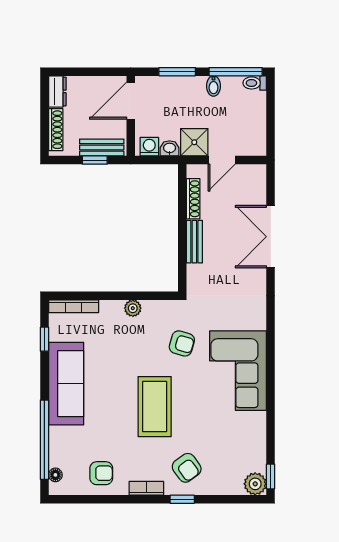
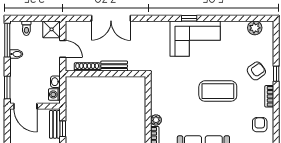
window: (177, 72) -> (7, 87), moved
toilet: (255, 83) -> (26, 28), moved
shower: (194, 142) -> (52, 29), moved
plant: (133, 308) -> (156, 120), moved
armchair: (182, 343) -> (178, 74), removed
window: (271, 476) -> (189, 18), moved
plant: (255, 484) -> (255, 28), moved

